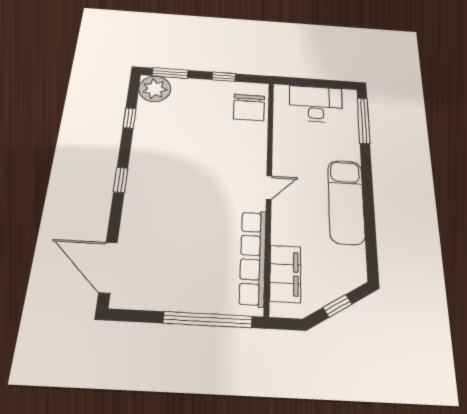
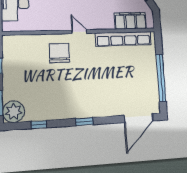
chair: (249, 108) -> (59, 53), moved, turned -90
window: (208, 320) -> (161, 78), moved

